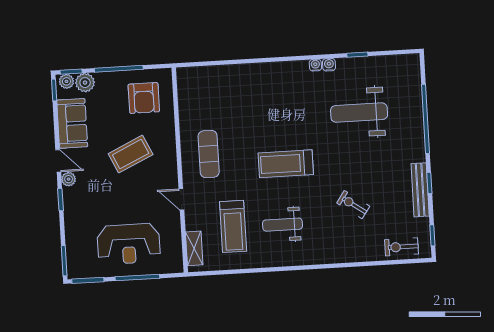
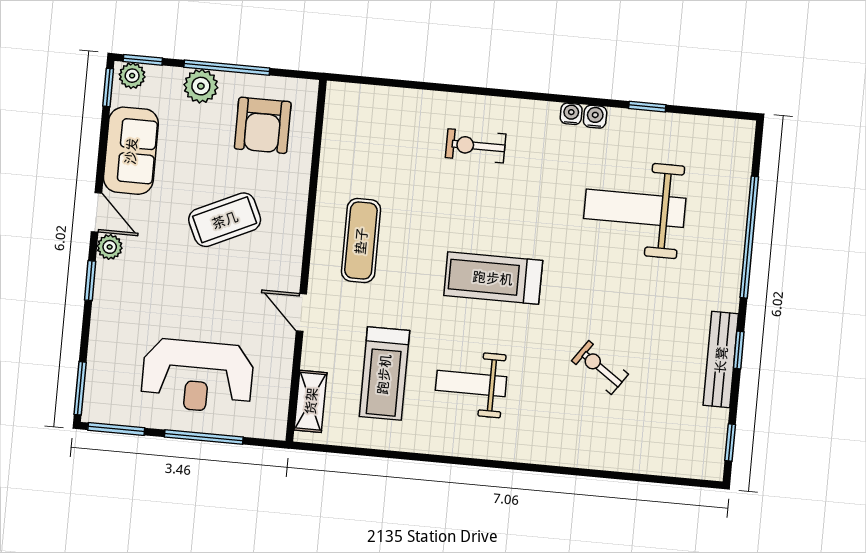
plant: (85, 83) -> (201, 86), moved
exercise bike: (402, 247) -> (476, 146), moved

